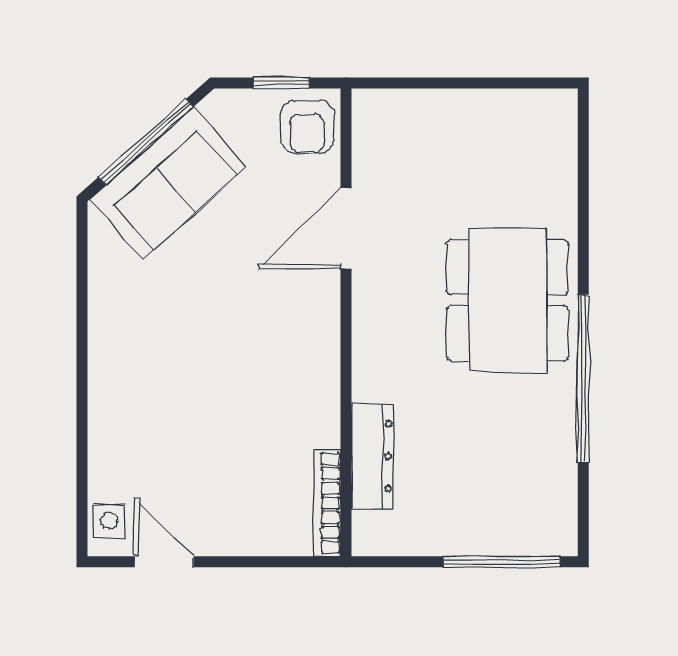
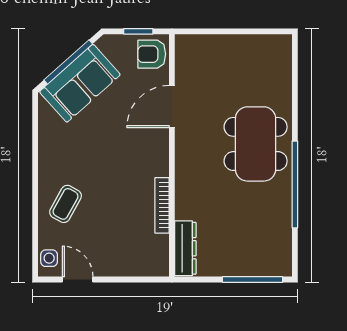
armchair: (307, 127) -> (152, 54), turned 90
coffee table: (141, 416) -> (66, 204), added
dresser: (372, 456) -> (185, 248), moved
bookcase: (327, 503) -> (162, 205), moved

